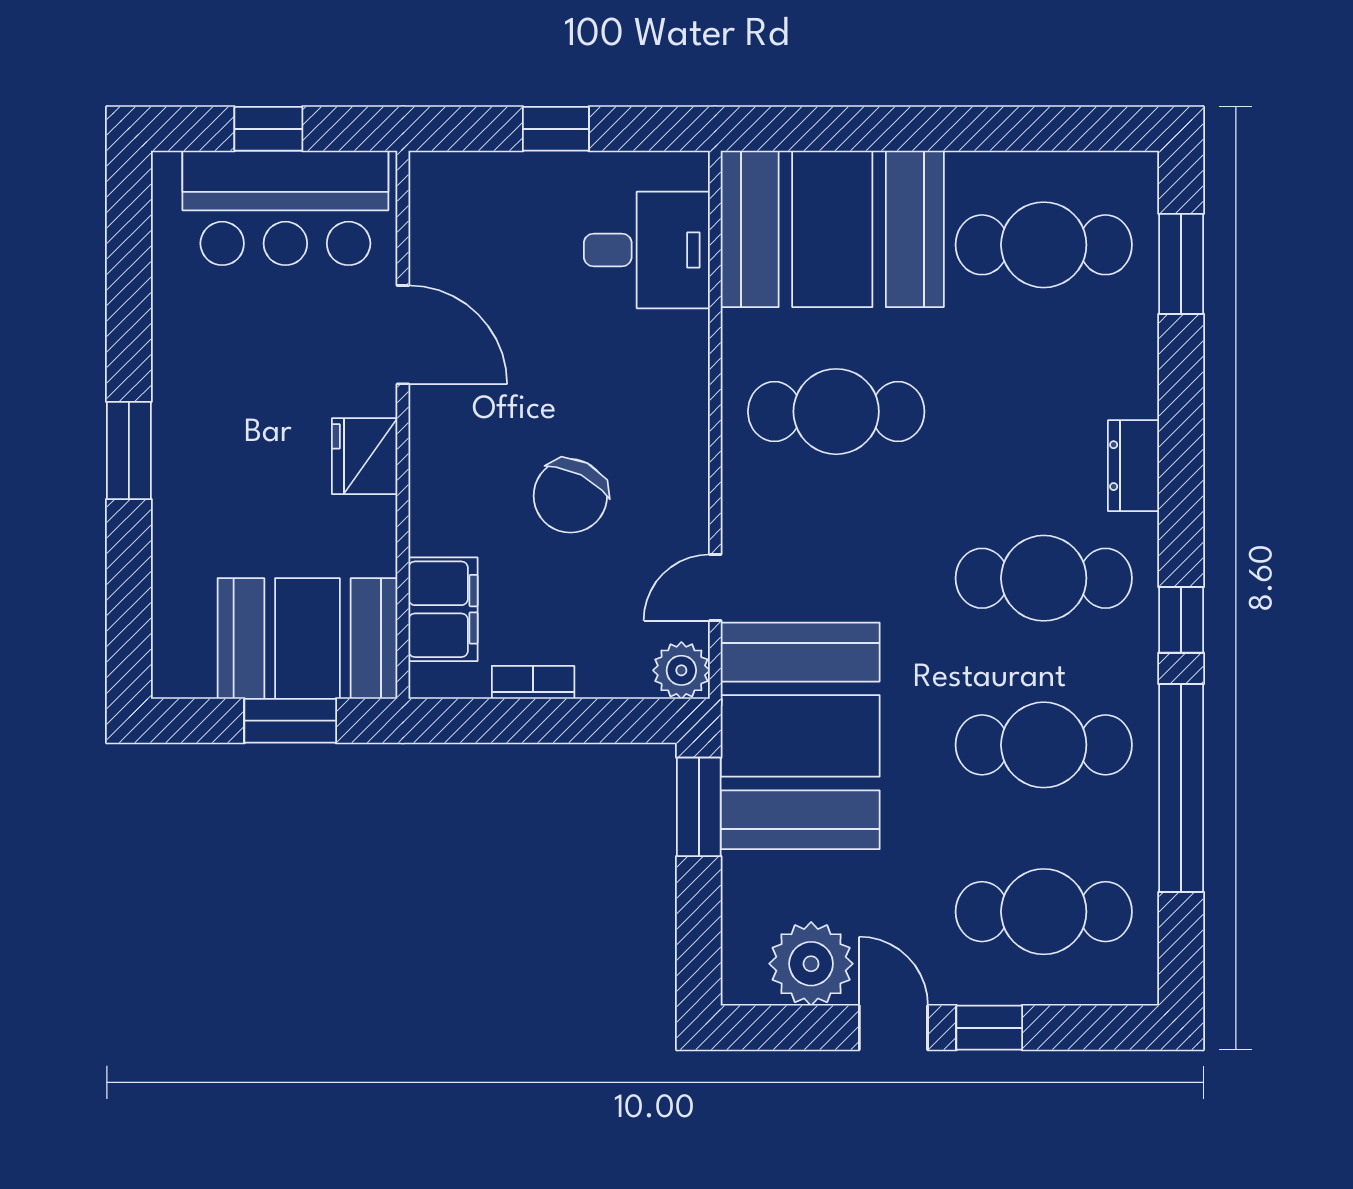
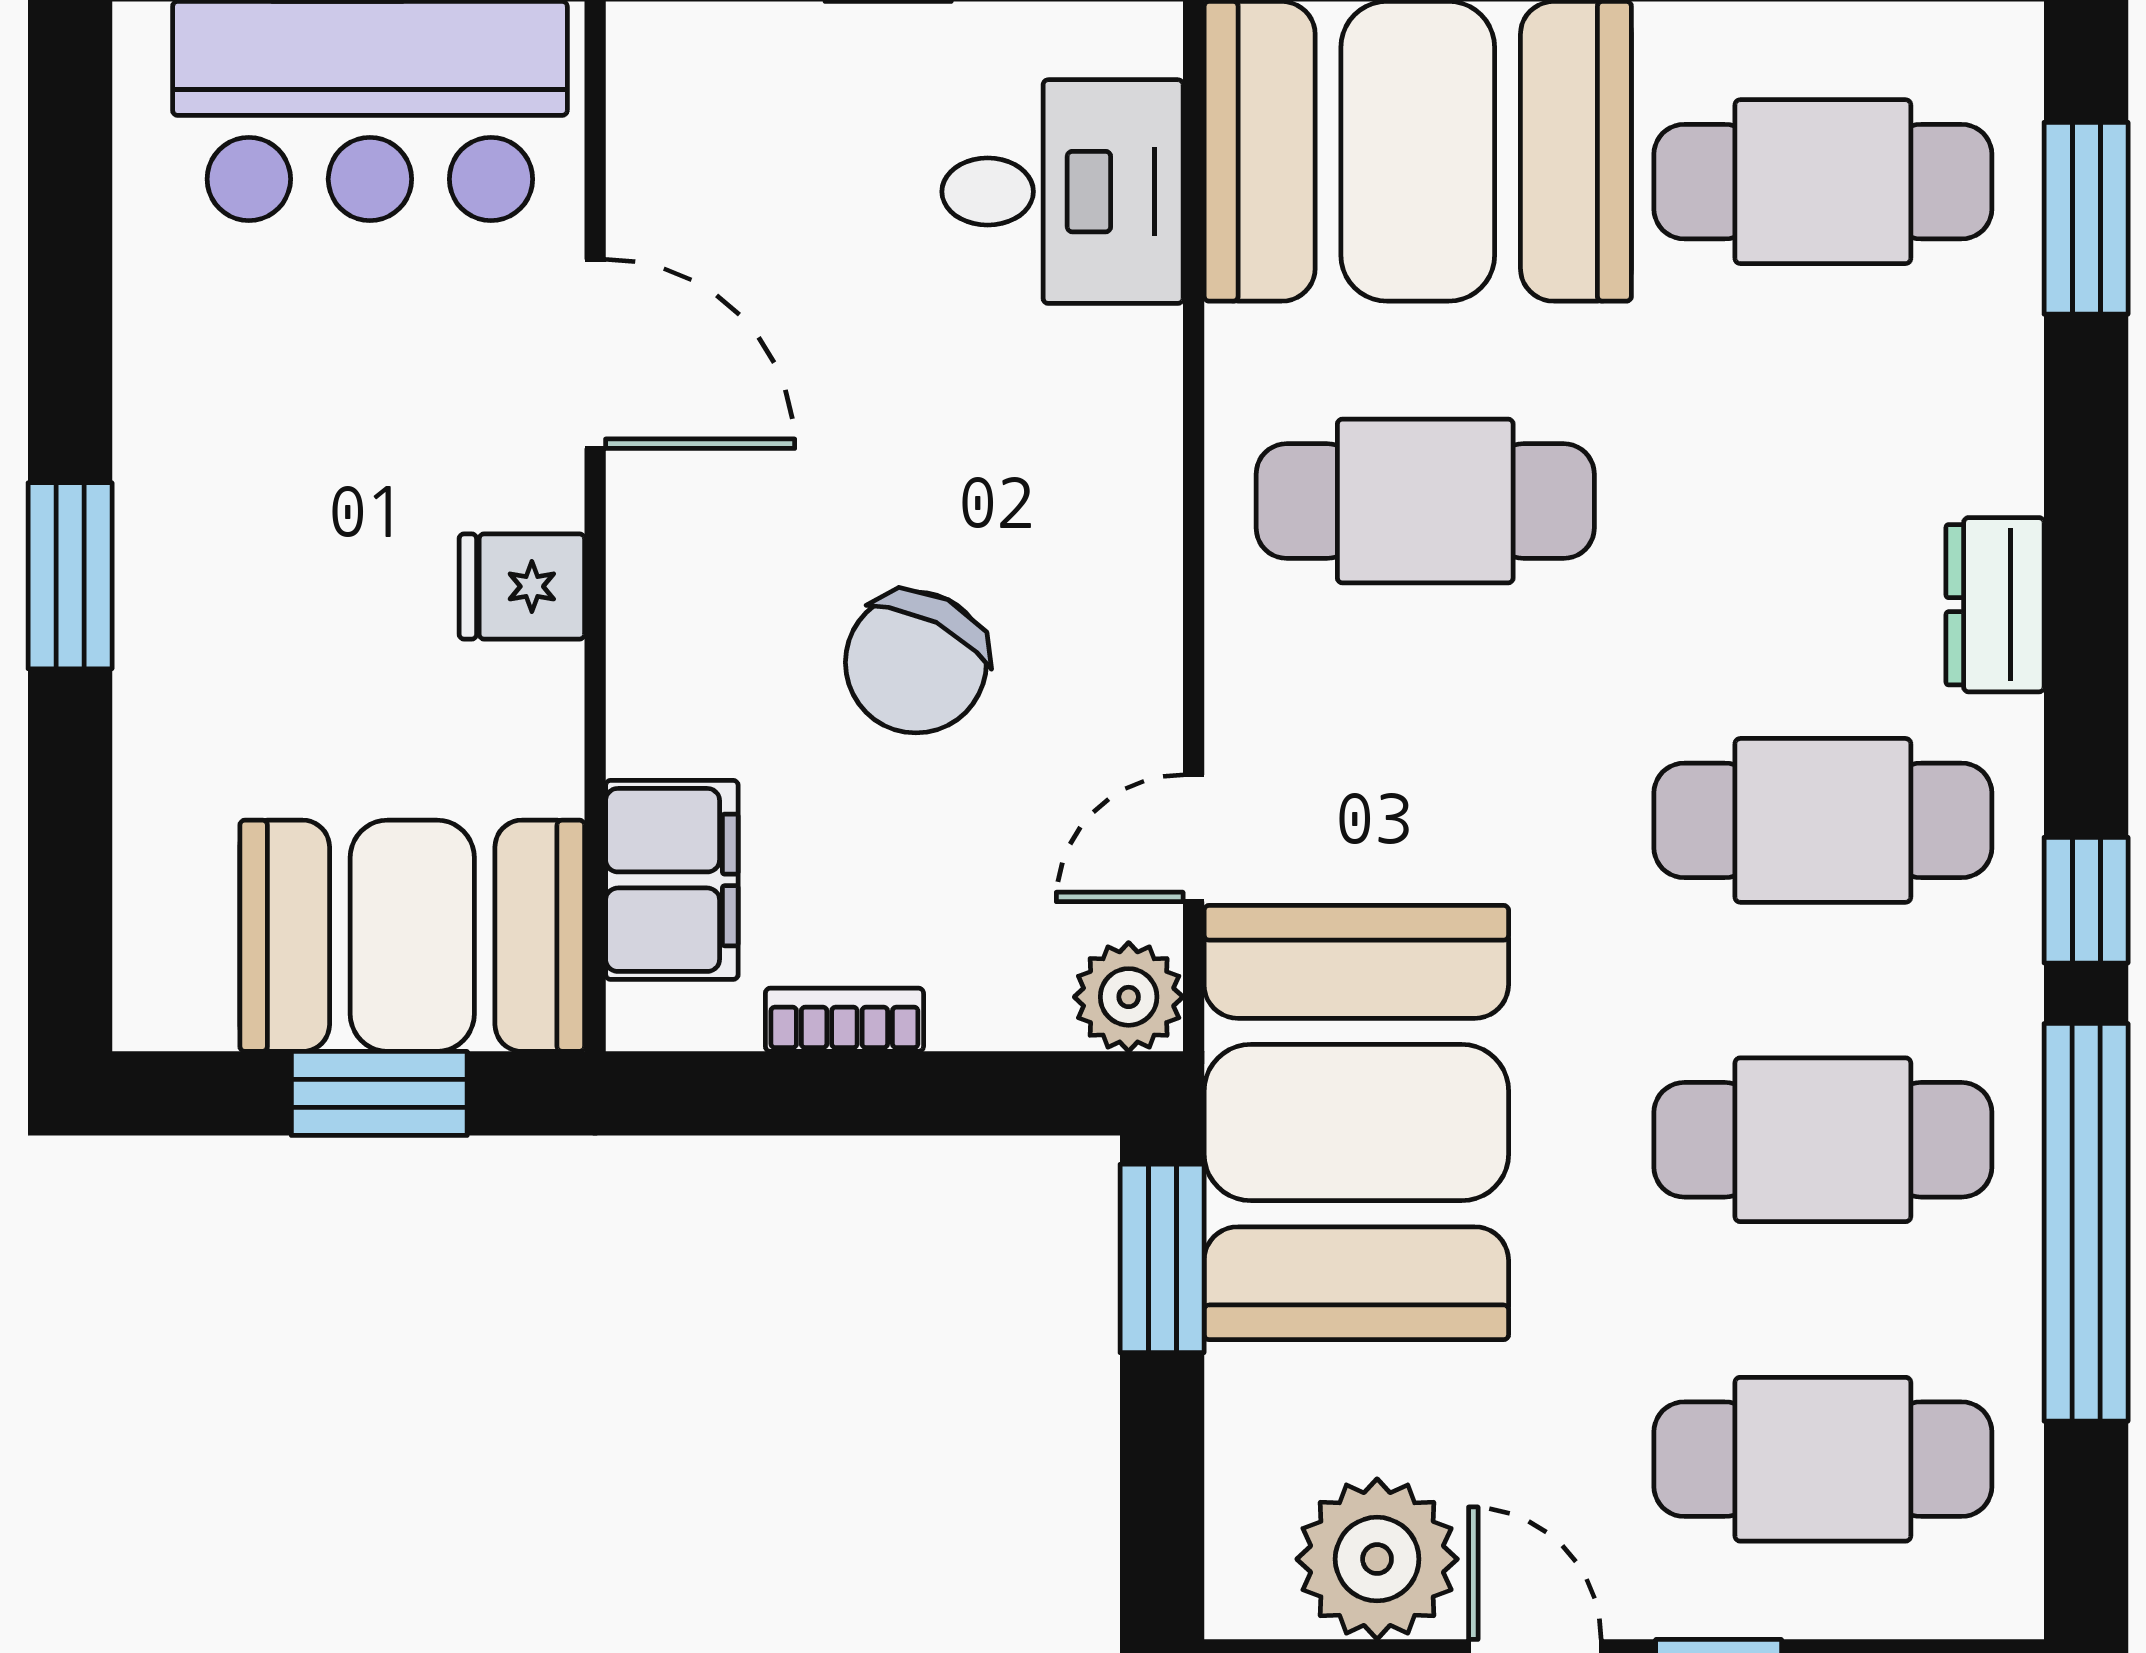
fridge: (365, 456) -> (522, 586), width x0.72

